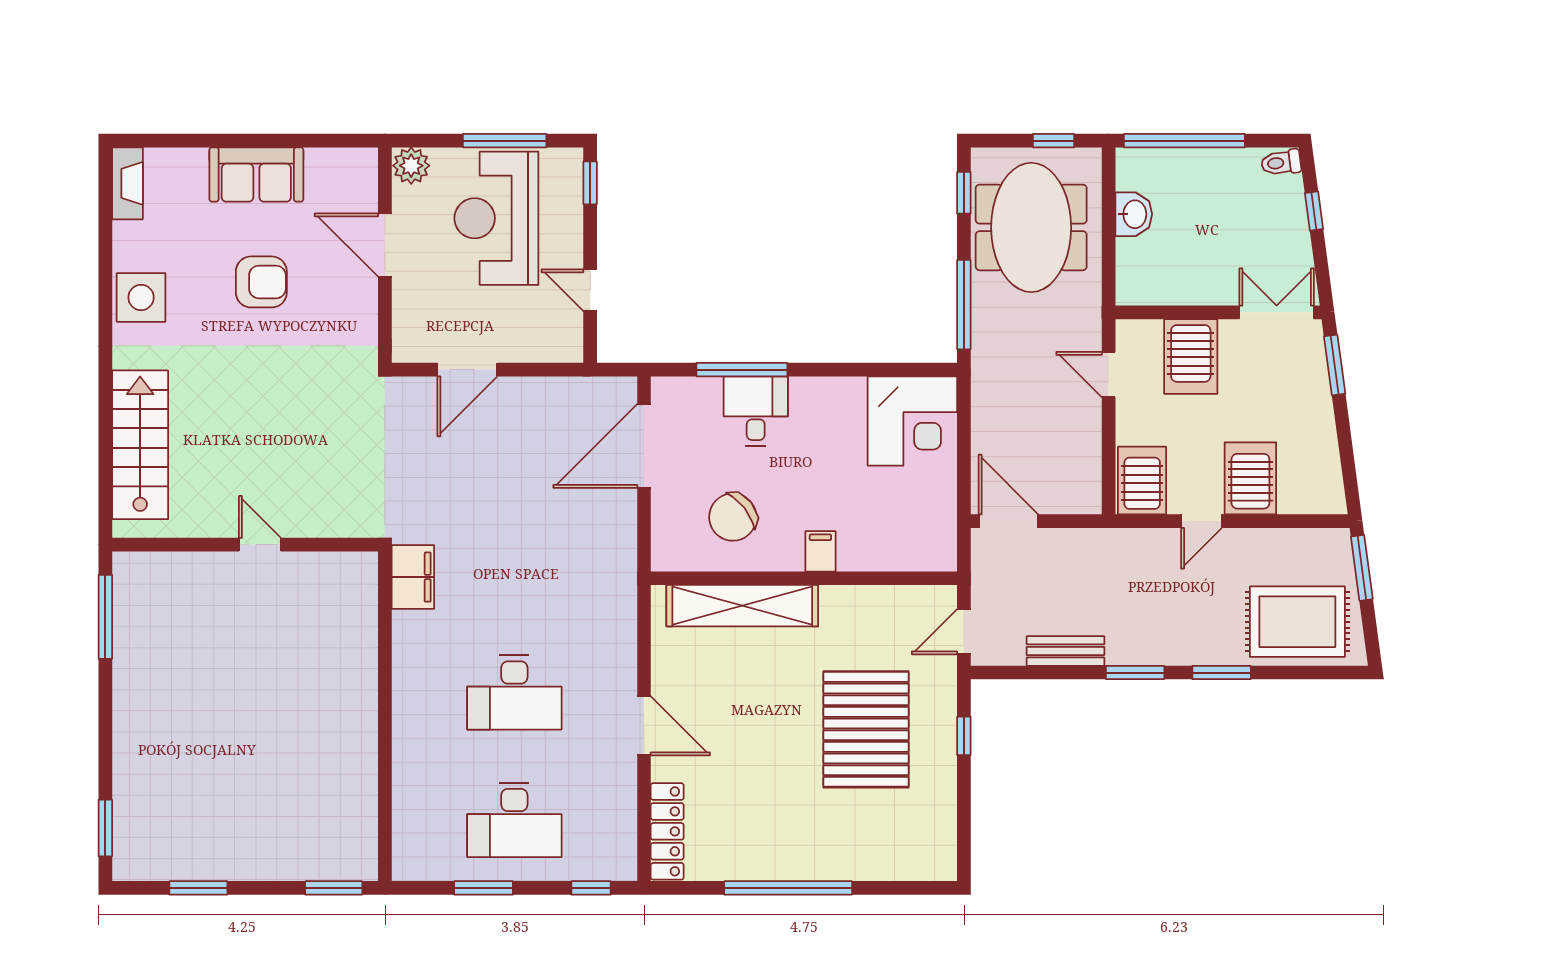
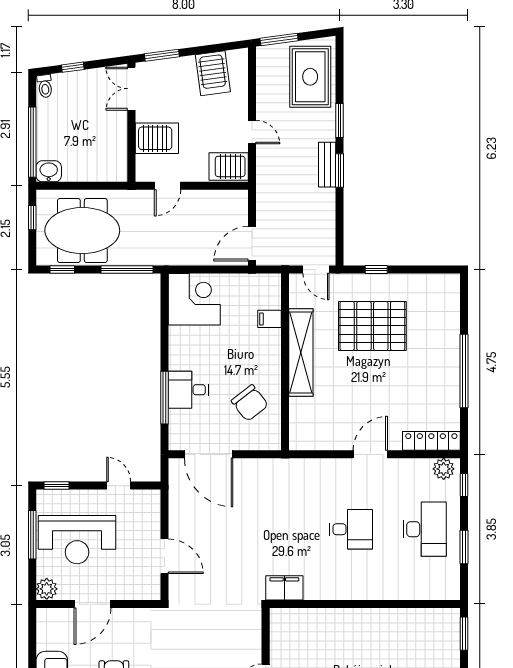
washbasin: (1134, 214) -> (49, 171), moved
door: (590, 290) -> (119, 485), swing flipped
server rack: (1250, 478) -> (213, 73), moved, turned -98
filing cabinet: (820, 551) -> (270, 319), moved
shelving: (742, 606) -> (301, 352), moved
bench: (1065, 651) -> (327, 165), moved
desk: (514, 692) -> (351, 529), width x0.73
plant: (619, 853) -> (444, 469), added

